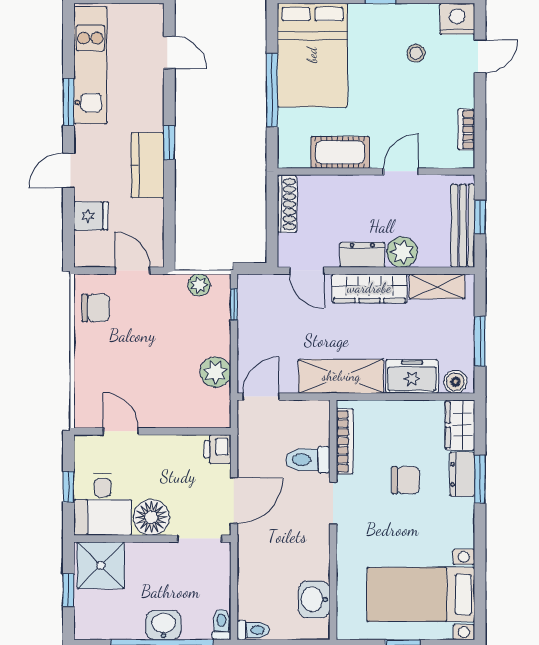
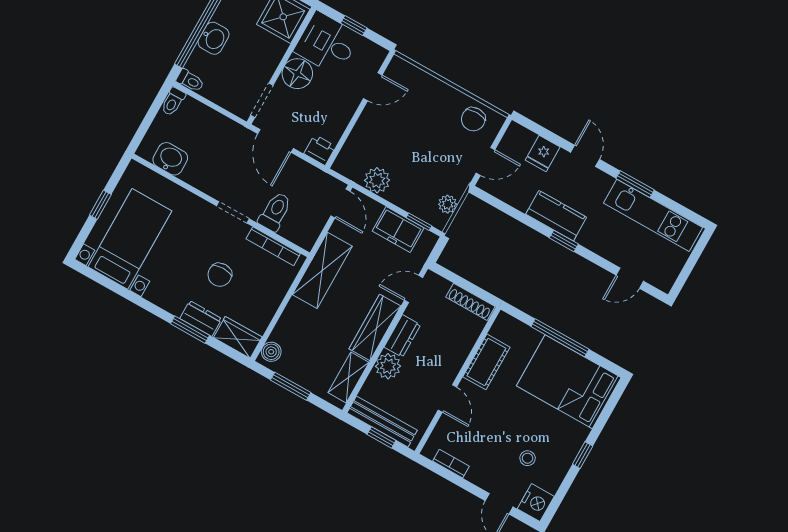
freezer: (412, 376) -> (398, 229), moved, turned 90

